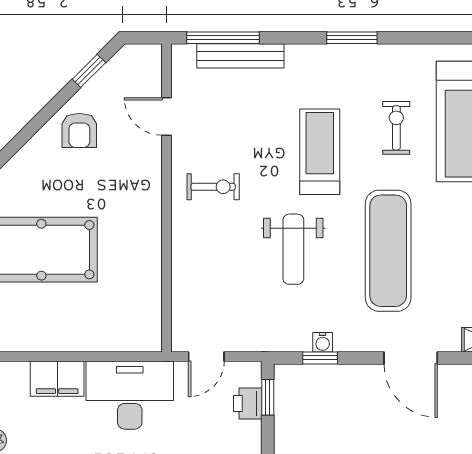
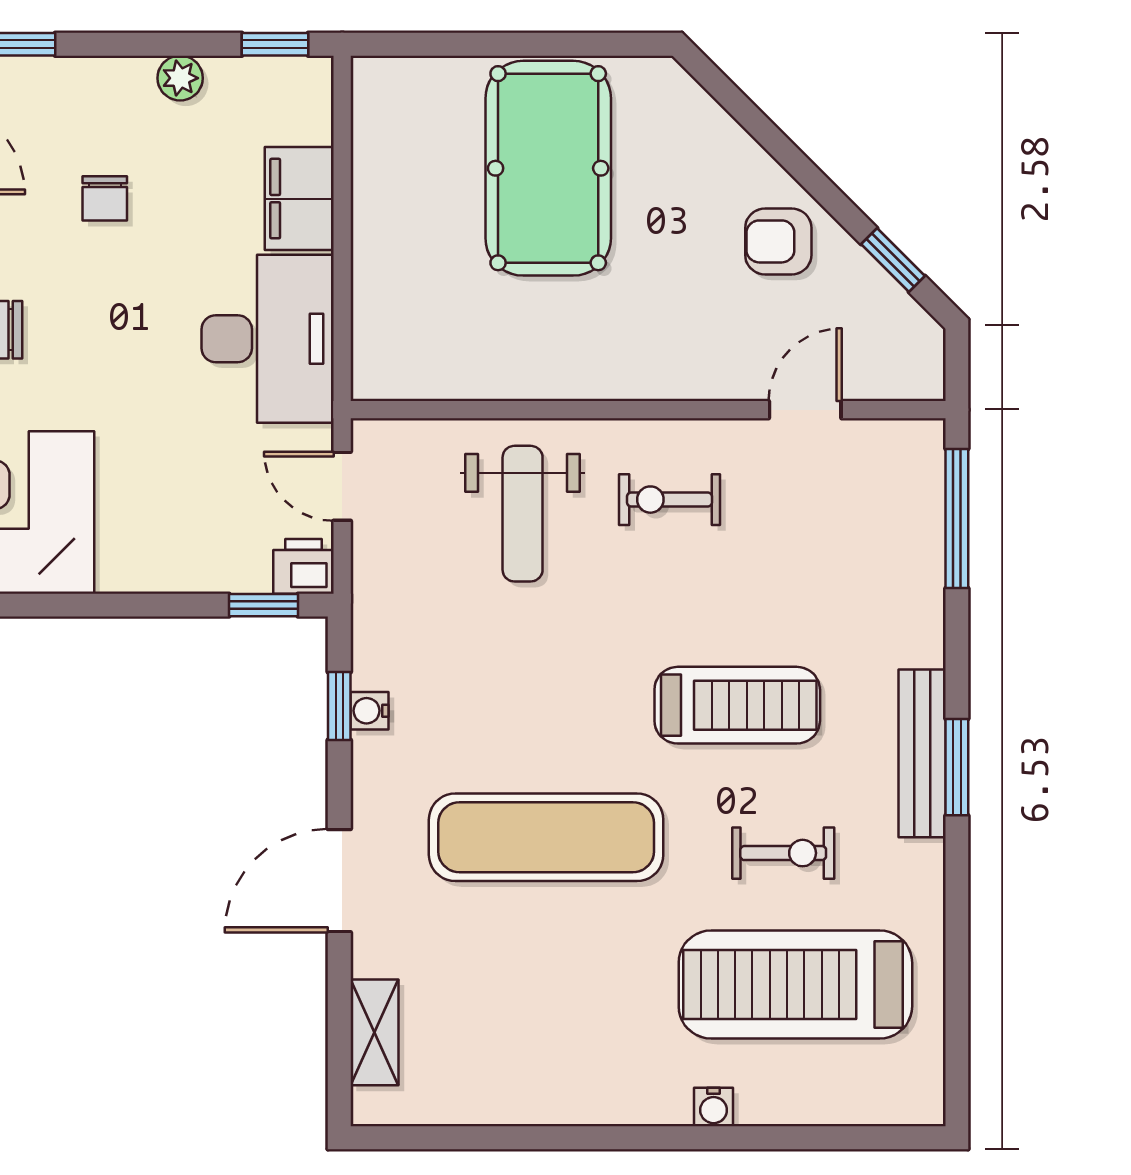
bench: (240, 56) -> (922, 753), moved
exercise bike: (213, 187) -> (670, 500), turned 90
weight bench: (293, 249) -> (523, 514), moved, turned -90
printer: (248, 404) -> (303, 566), moved

